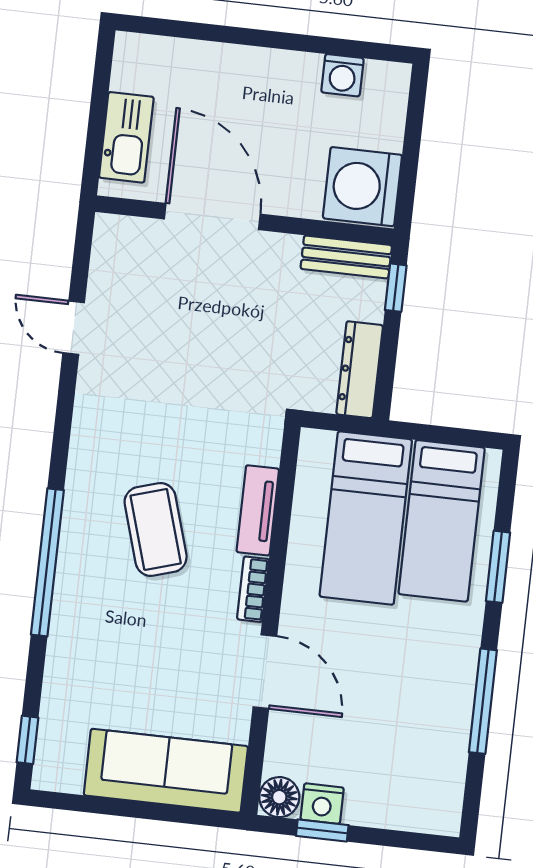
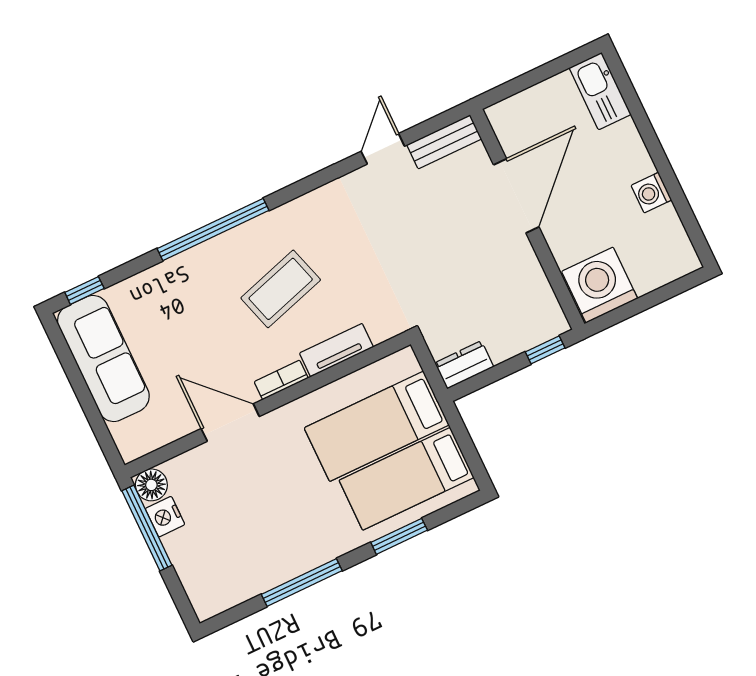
washing machine: (342, 75) -> (651, 193), moved
kitchen sink: (126, 137) -> (600, 91), moved, turned 90
bench: (346, 257) -> (444, 142), moved, turned 90
dresser: (360, 370) -> (464, 365), width x0.70
door: (265, 672) -> (230, 423), swing flipped
sofa: (166, 771) -> (103, 359), moved
window: (322, 830) -> (147, 528), width x2.17

